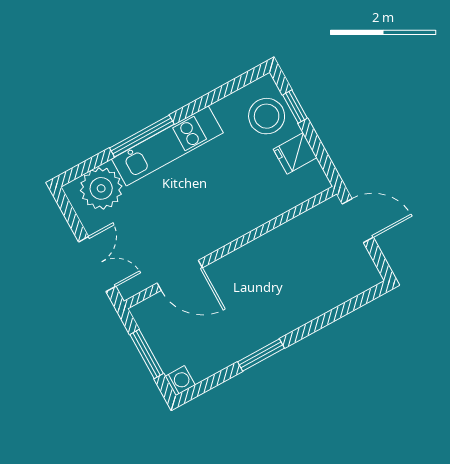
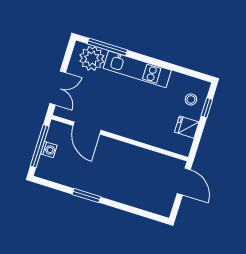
stool: (267, 116) -> (191, 99), width x0.53, depth x0.53
window: (142, 136) -> (107, 47), moved
window: (147, 354) -> (40, 146), width x1.44
washing machine: (180, 381) -> (49, 150), moved

